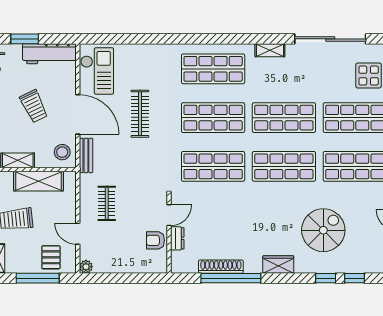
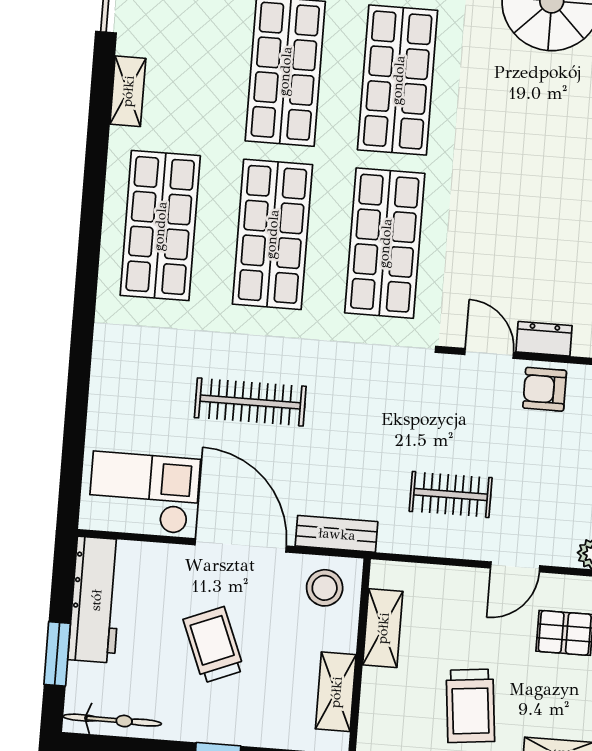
trolley: (34, 106) -> (214, 645), turned -86
door: (78, 114) -> (241, 545), hinge flipped
shelving: (38, 181) -> (383, 628), width x0.67, depth x0.75
armchair: (155, 240) -> (545, 389), turned 90

